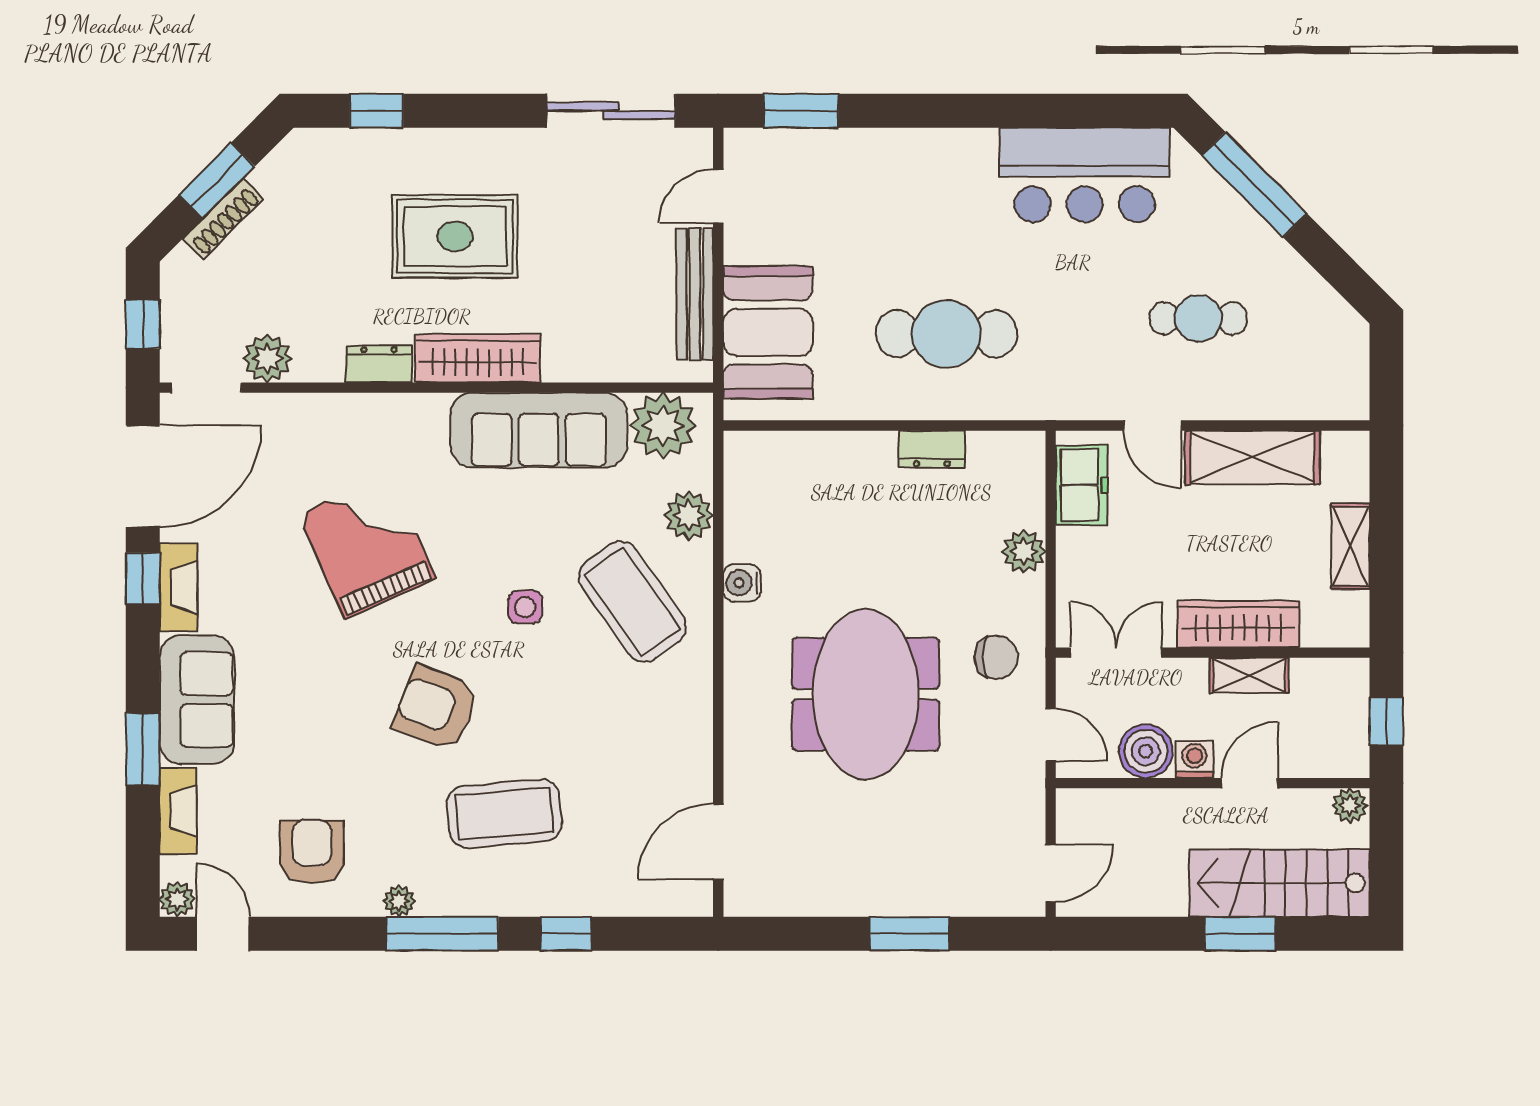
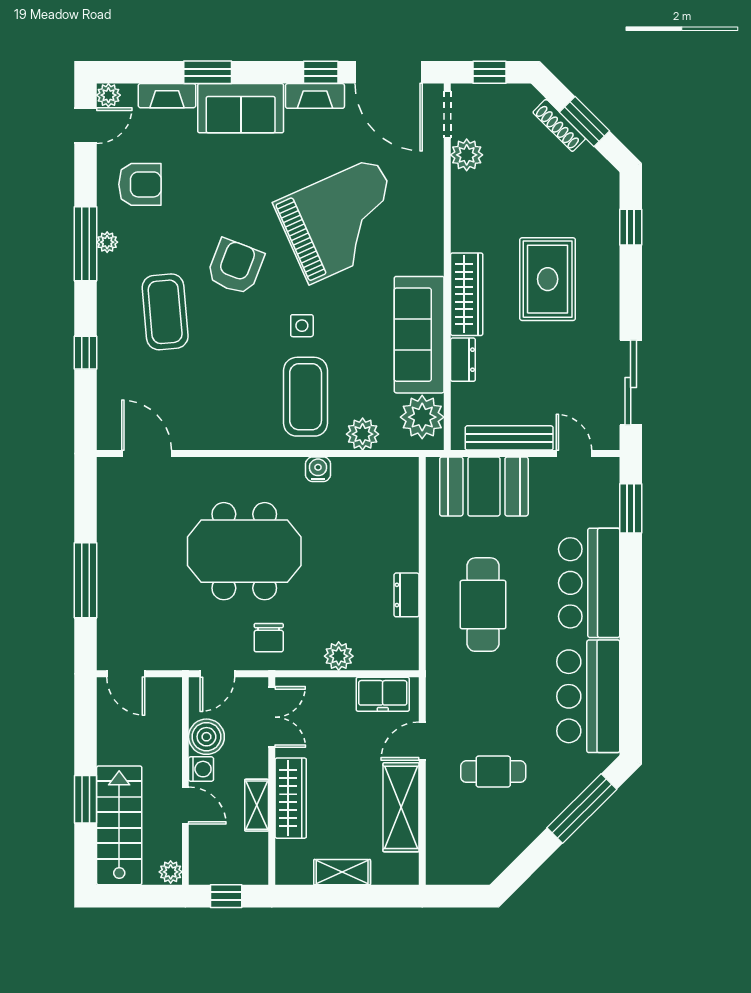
bar counter: (913, 174) -> (589, 583), added
cafe table: (1198, 318) -> (493, 772), turned 90
dresser: (379, 364) -> (463, 360), moved
grand piano: (367, 546) -> (342, 221), width x1.37, depth x1.48
coffee table: (633, 602) -> (306, 397), turned -55
window: (442, 934) -> (86, 244), moved
window: (909, 934) -> (86, 580), width x1.44

